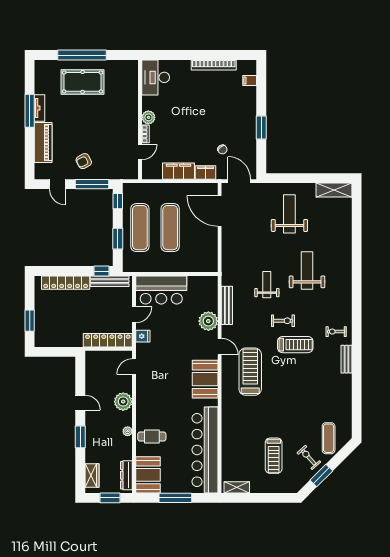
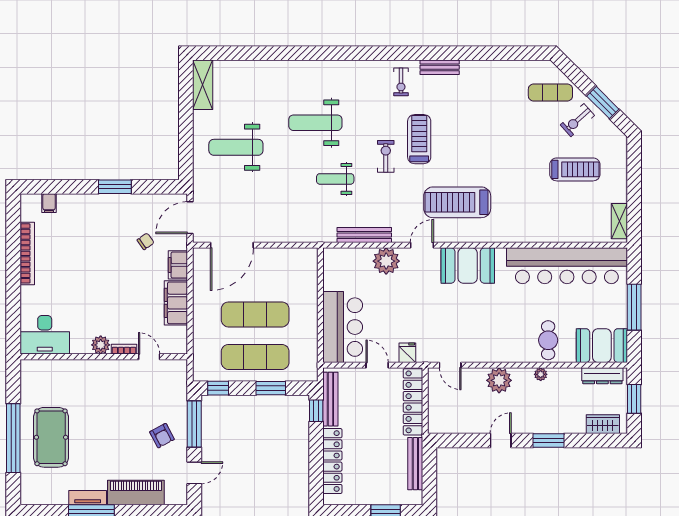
bench: (64, 342) -> (415, 464), added

